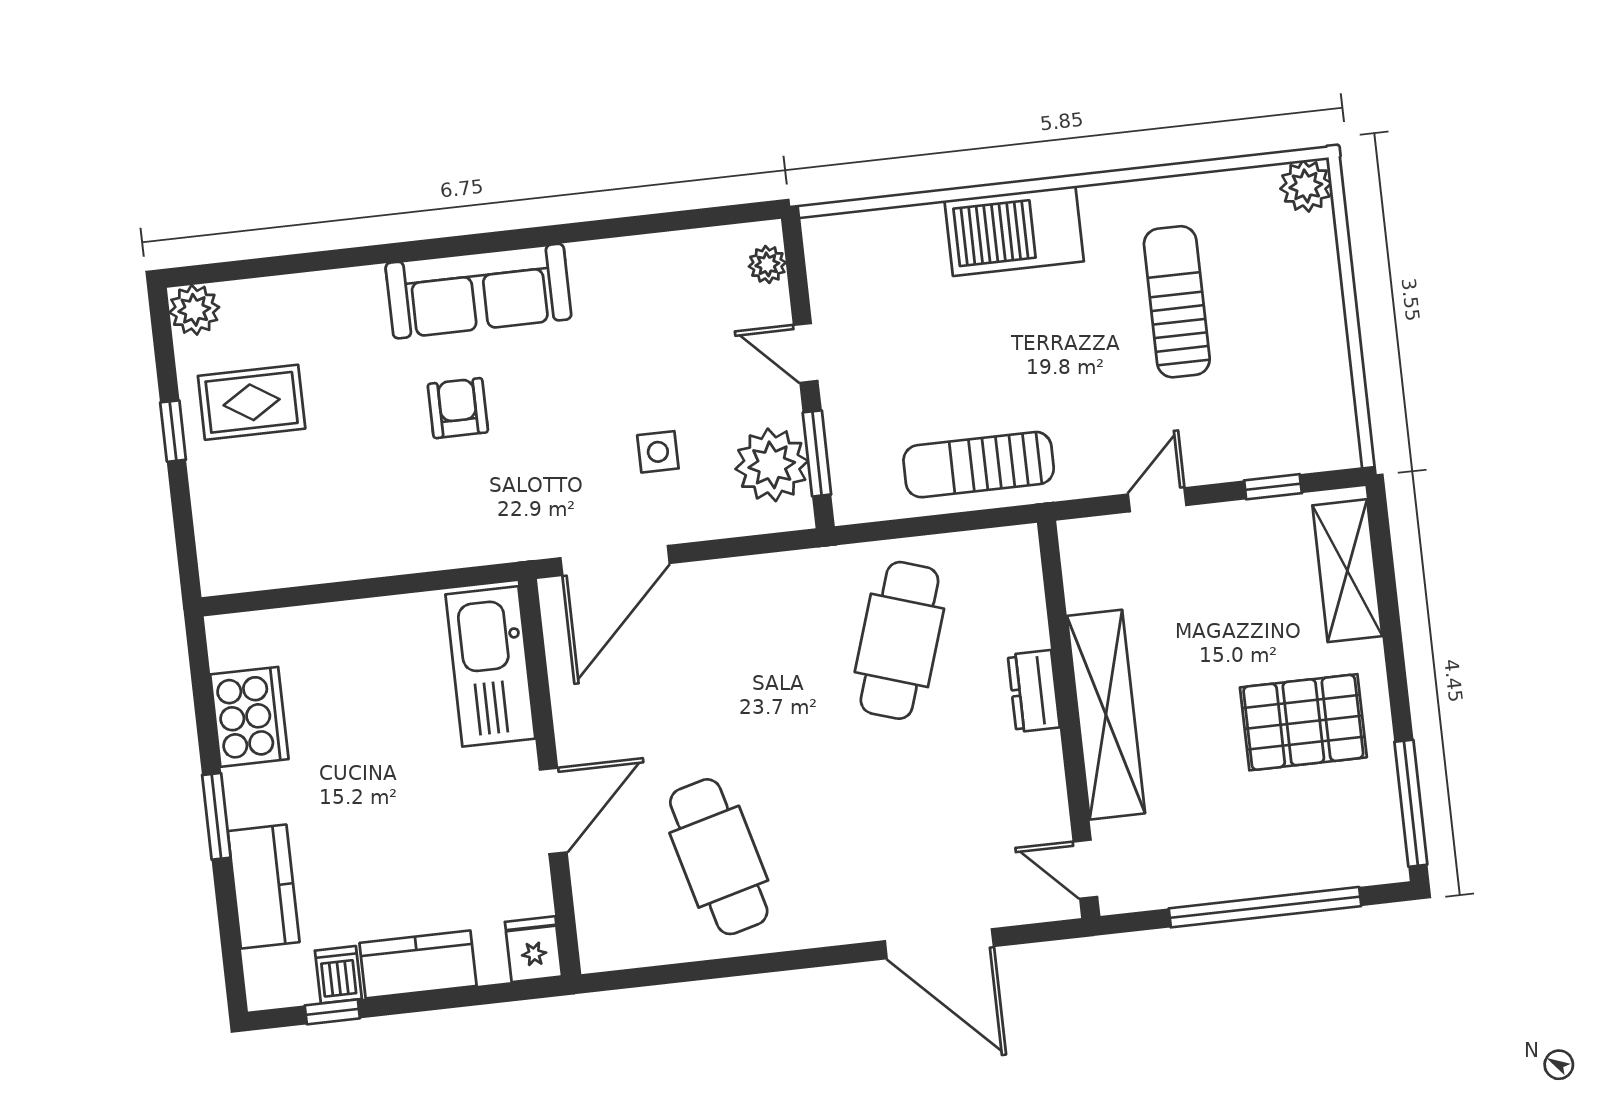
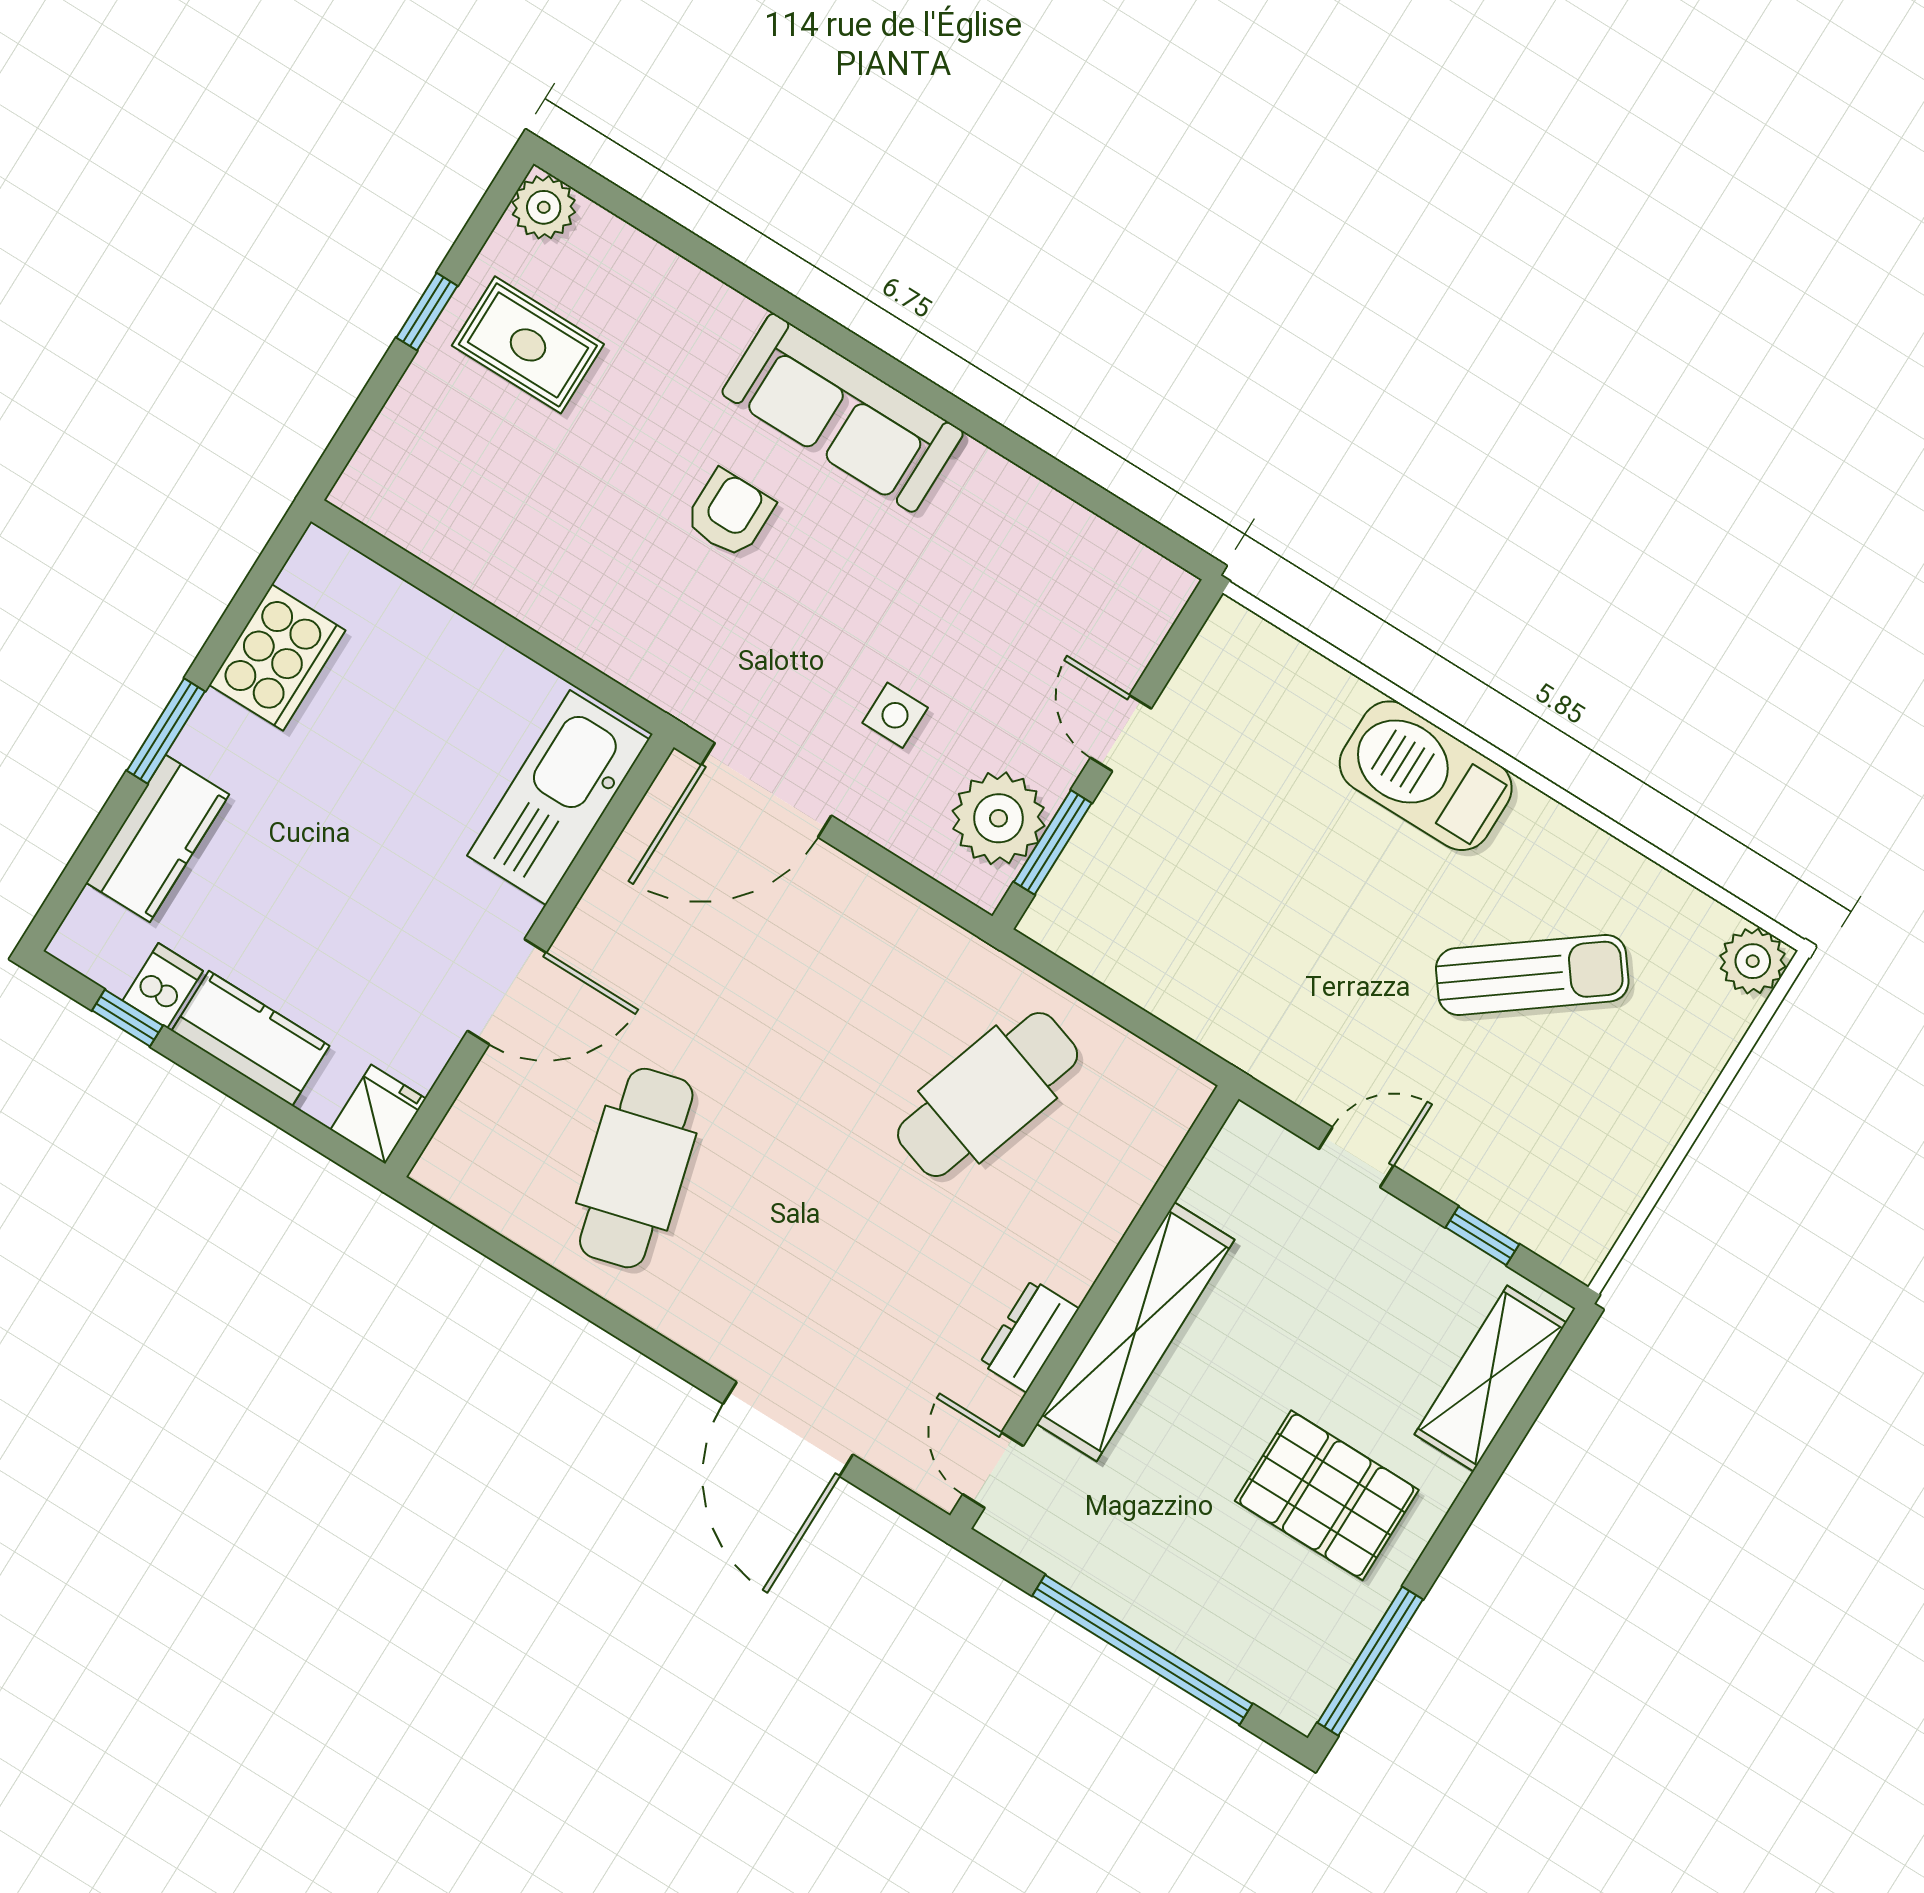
plant: (767, 264) -> (1152, 614), removed
sun lounger: (1177, 302) -> (1532, 975), turned 53
sun lounger: (979, 465) -> (1206, 981), removed
dresser: (1034, 691) -> (1029, 1336), moved

